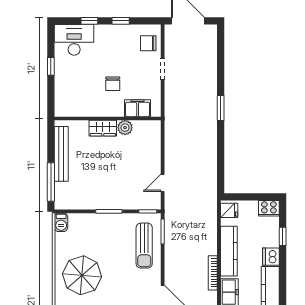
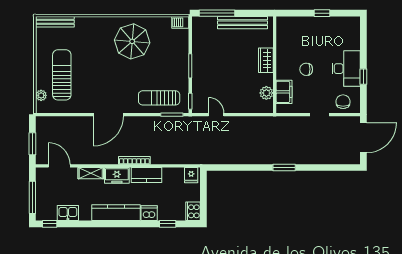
window: (89, 21) -> (363, 48), removed
desk: (74, 40) -> (346, 69), moved
plant: (125, 128) -> (266, 93), moved
kitchen counter: (229, 251) -> (147, 175), width x0.67

